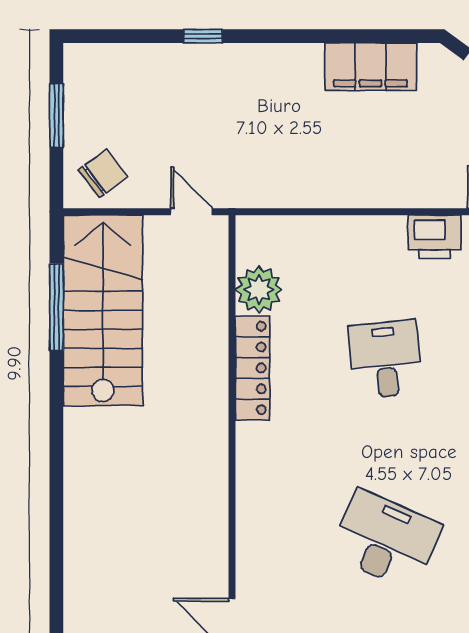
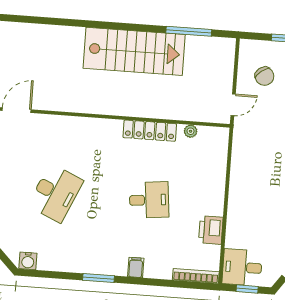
chair: (103, 173) -> (264, 76), moved
plant: (259, 290) -> (191, 131), width x0.53, depth x0.53
stairs: (103, 310) -> (134, 51), moved

